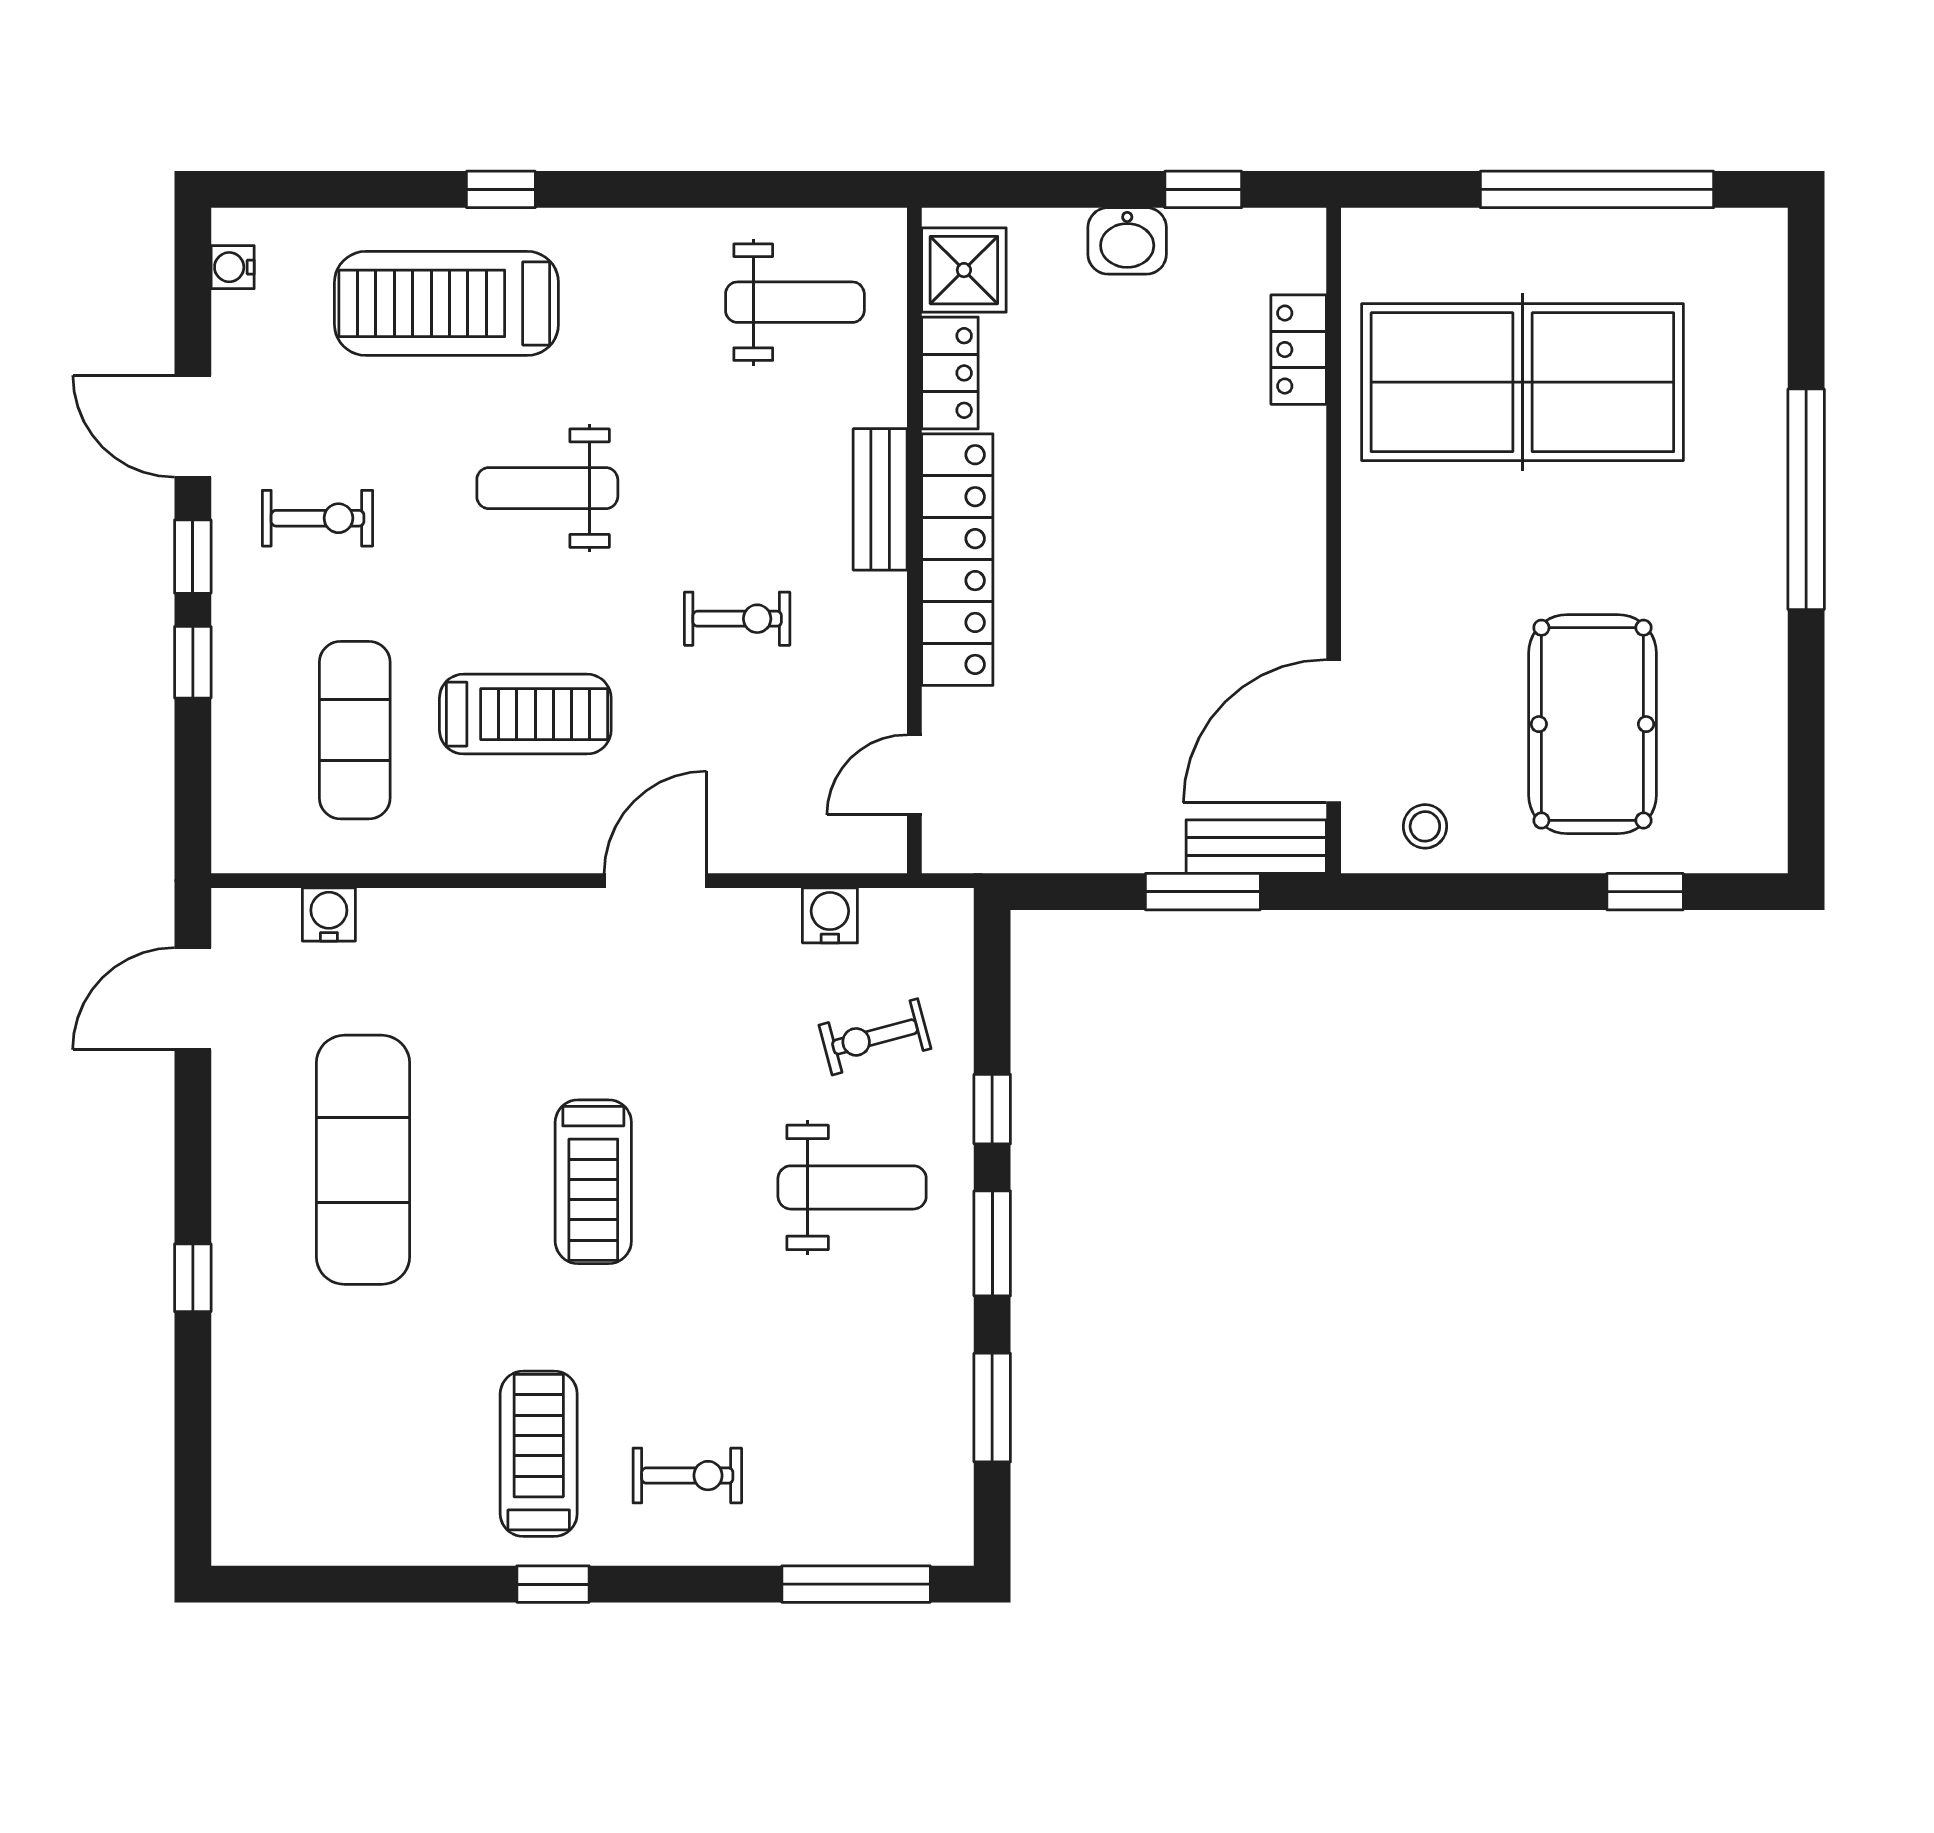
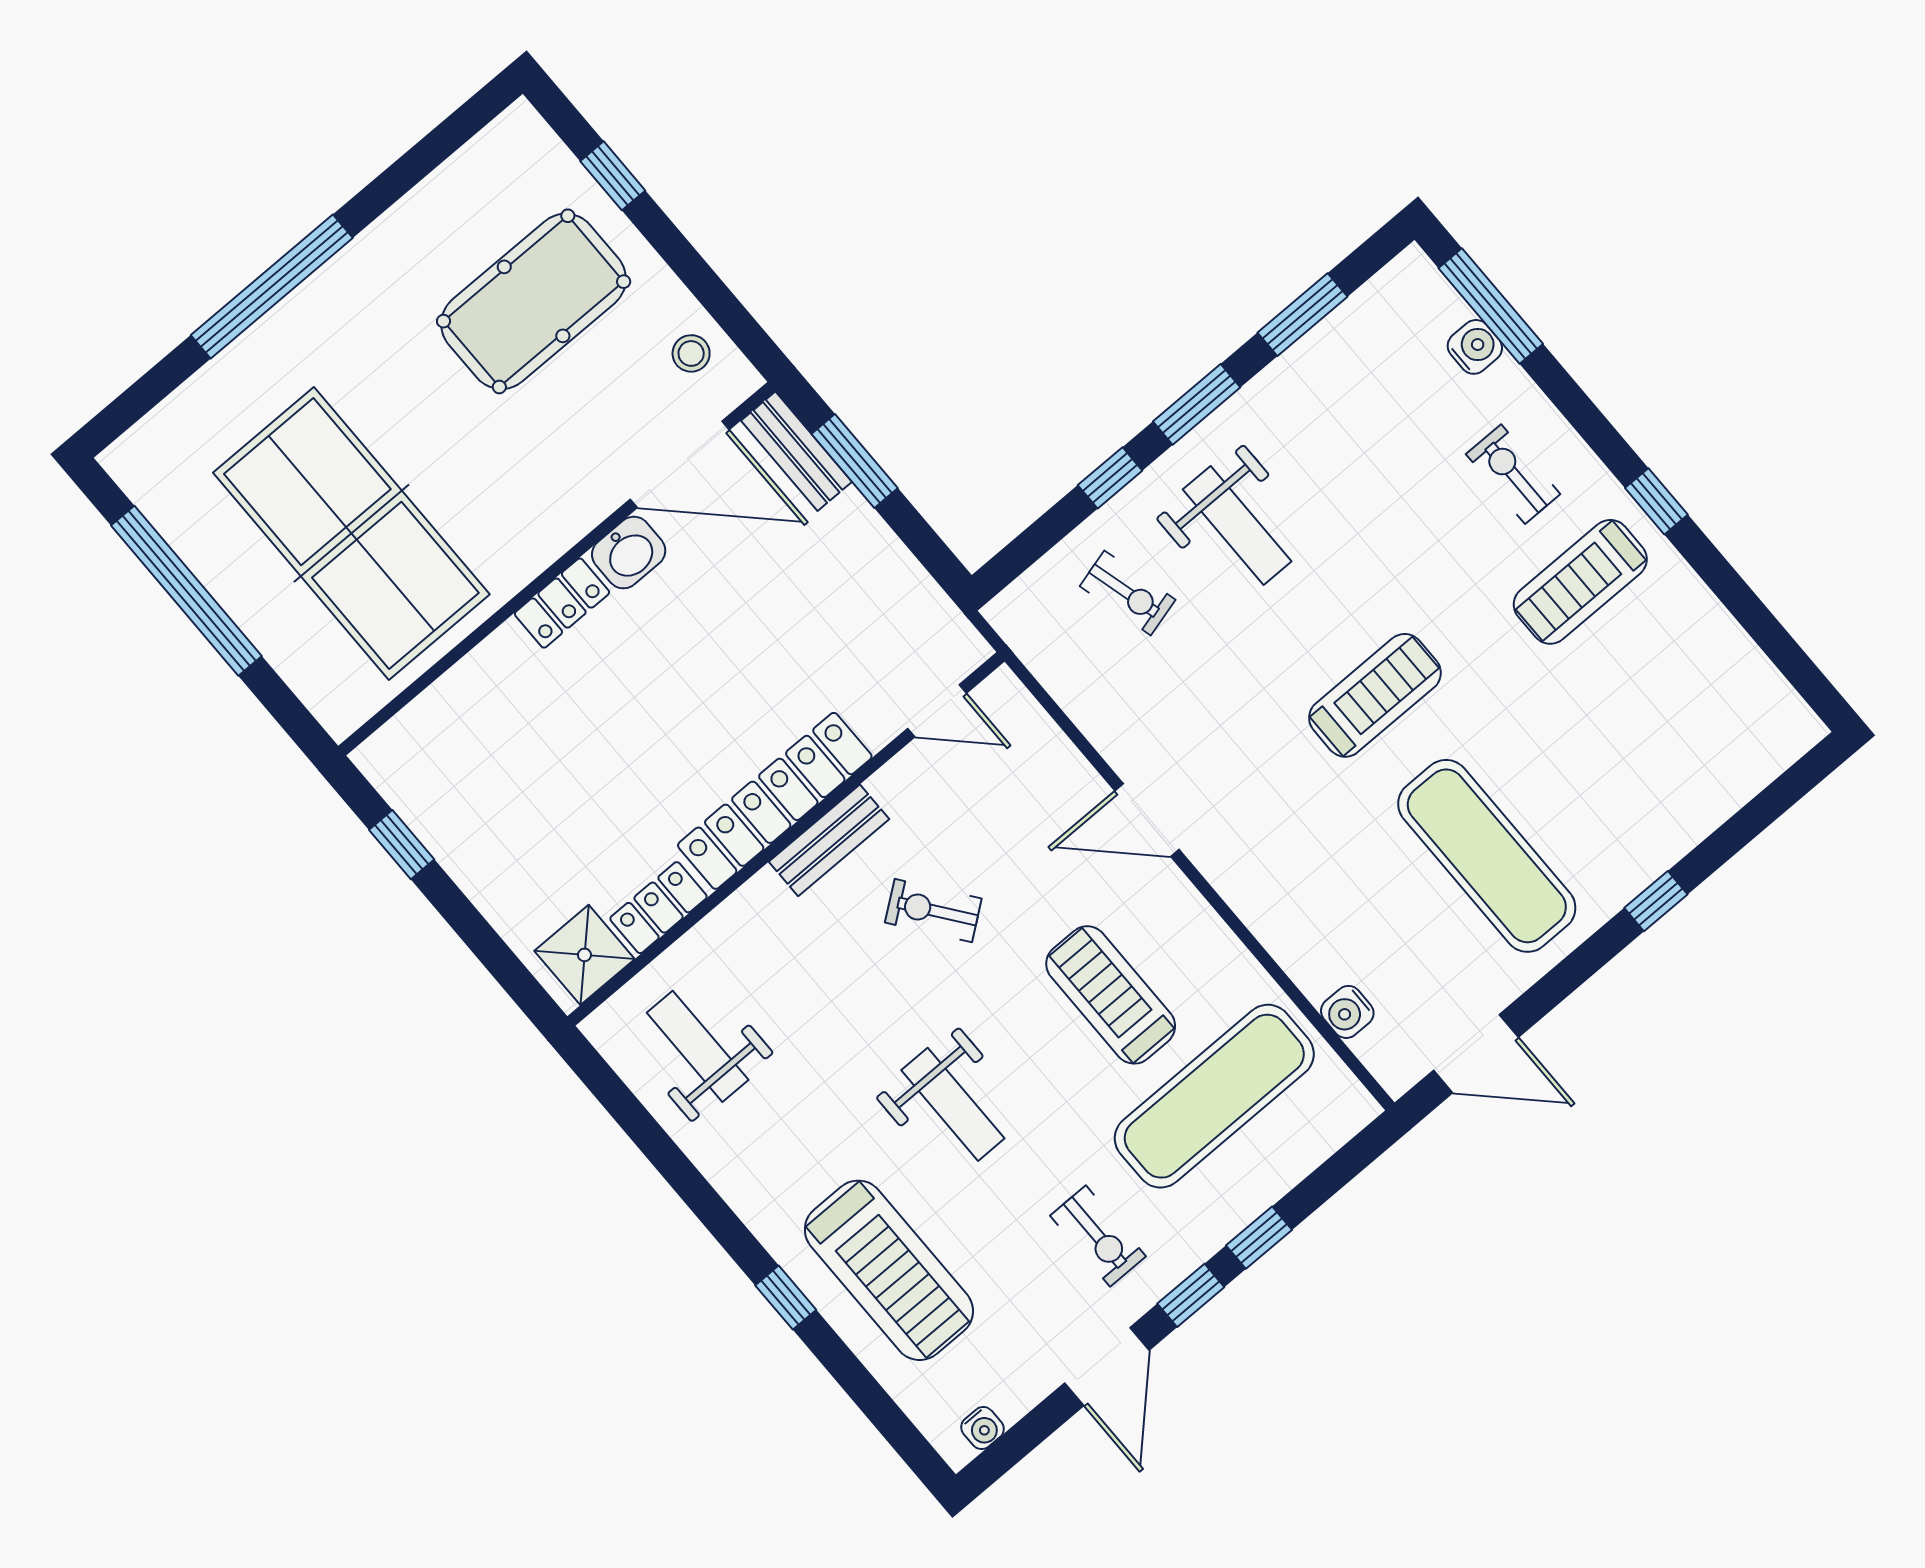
washbasin: (1127, 241) -> (629, 553), moved, turned 90
locker: (1299, 350) -> (562, 603), moved
bench: (880, 499) -> (829, 840), moved
exercise bike: (317, 518) -> (1098, 1236), turned 180
exercise bike: (737, 619) -> (933, 911), turned -37
exercise mat: (355, 730) -> (1214, 1096), width x1.36, depth x1.45
water cooler: (830, 915) -> (1475, 347), moved, turned 180
exercise mat: (363, 1160) -> (1487, 856), turned 90
weight bench: (852, 1187) -> (1237, 525), turned 180

